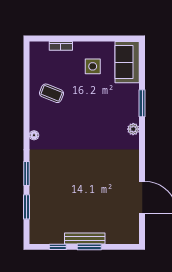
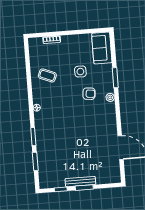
side table: (93, 66) -> (80, 72), moved
armchair: (105, 122) -> (89, 94), added

